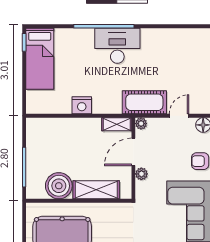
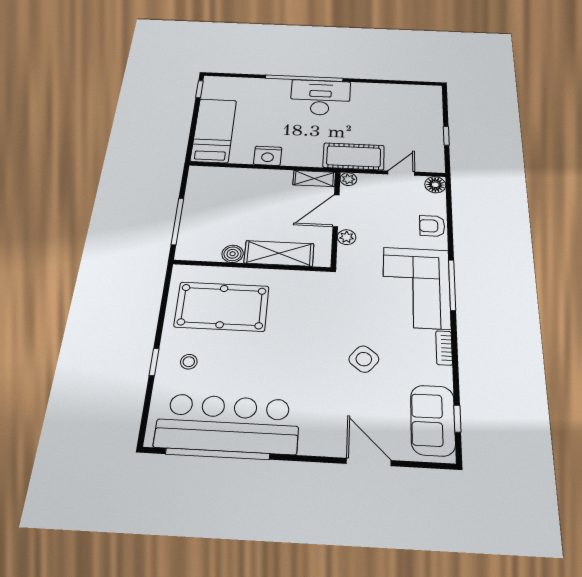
bed: (40, 59) -> (214, 130), moved, turned 180
boiler: (59, 186) -> (233, 254), width x0.54, depth x0.54

